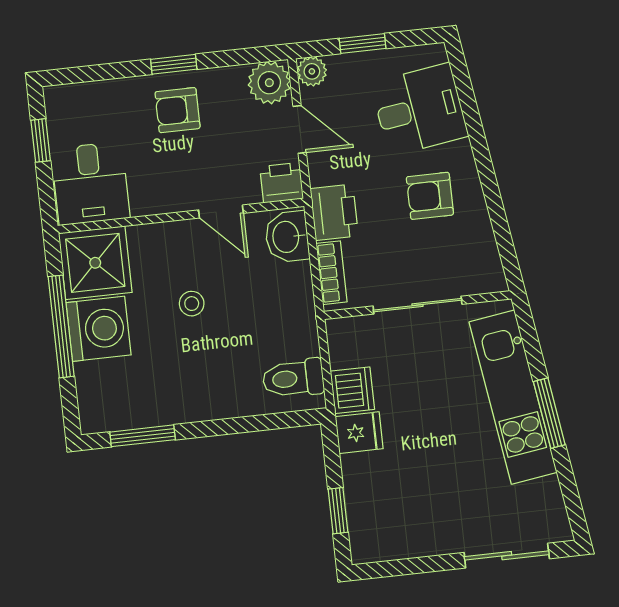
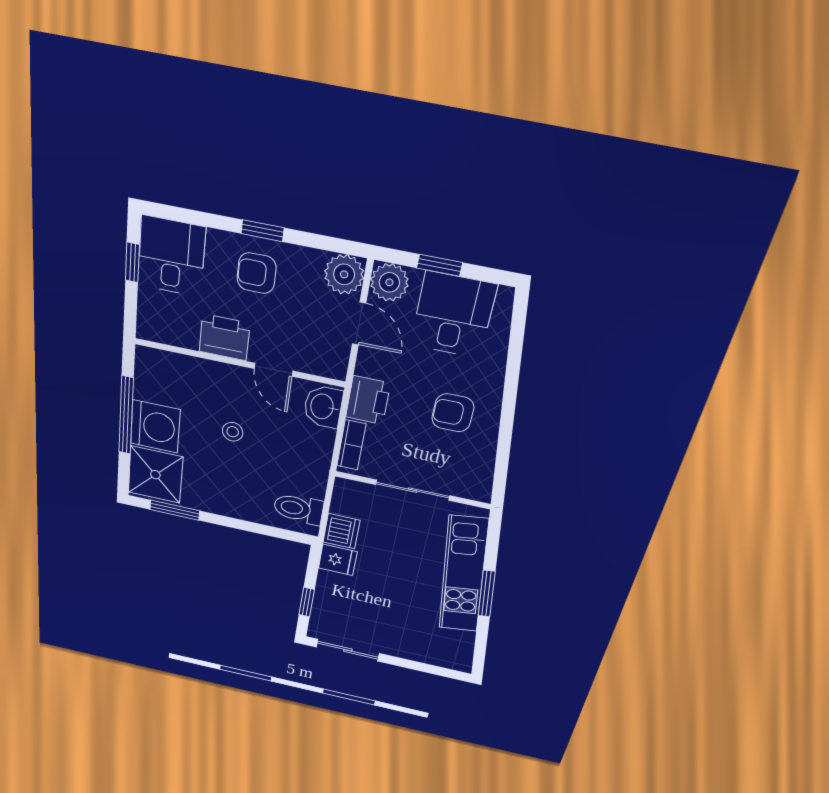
plant: (312, 71) -> (389, 282), width x1.38, depth x1.38
desk: (419, 110) -> (453, 315), moved, turned -82
desk: (90, 183) -> (171, 256), moved, turned 180
printer: (282, 183) -> (224, 337), moved, width x1.36, depth x1.24
shower: (95, 263) -> (155, 475), moved
sliding door: (507, 556) -> (348, 650), moved

